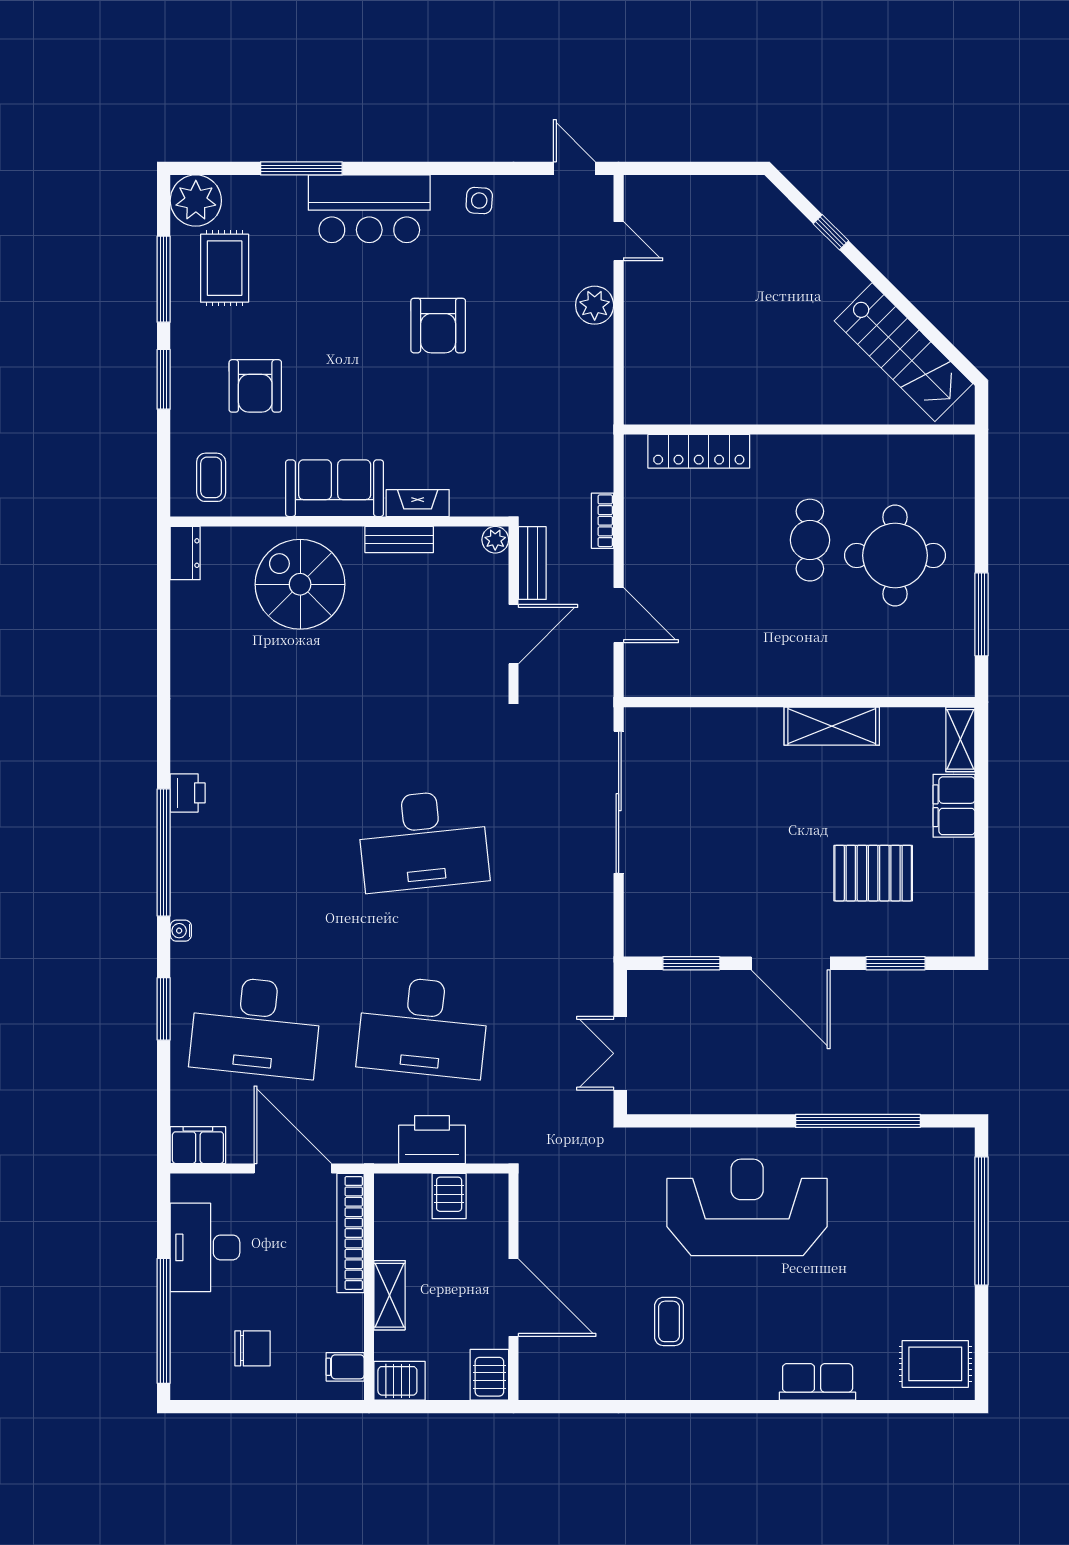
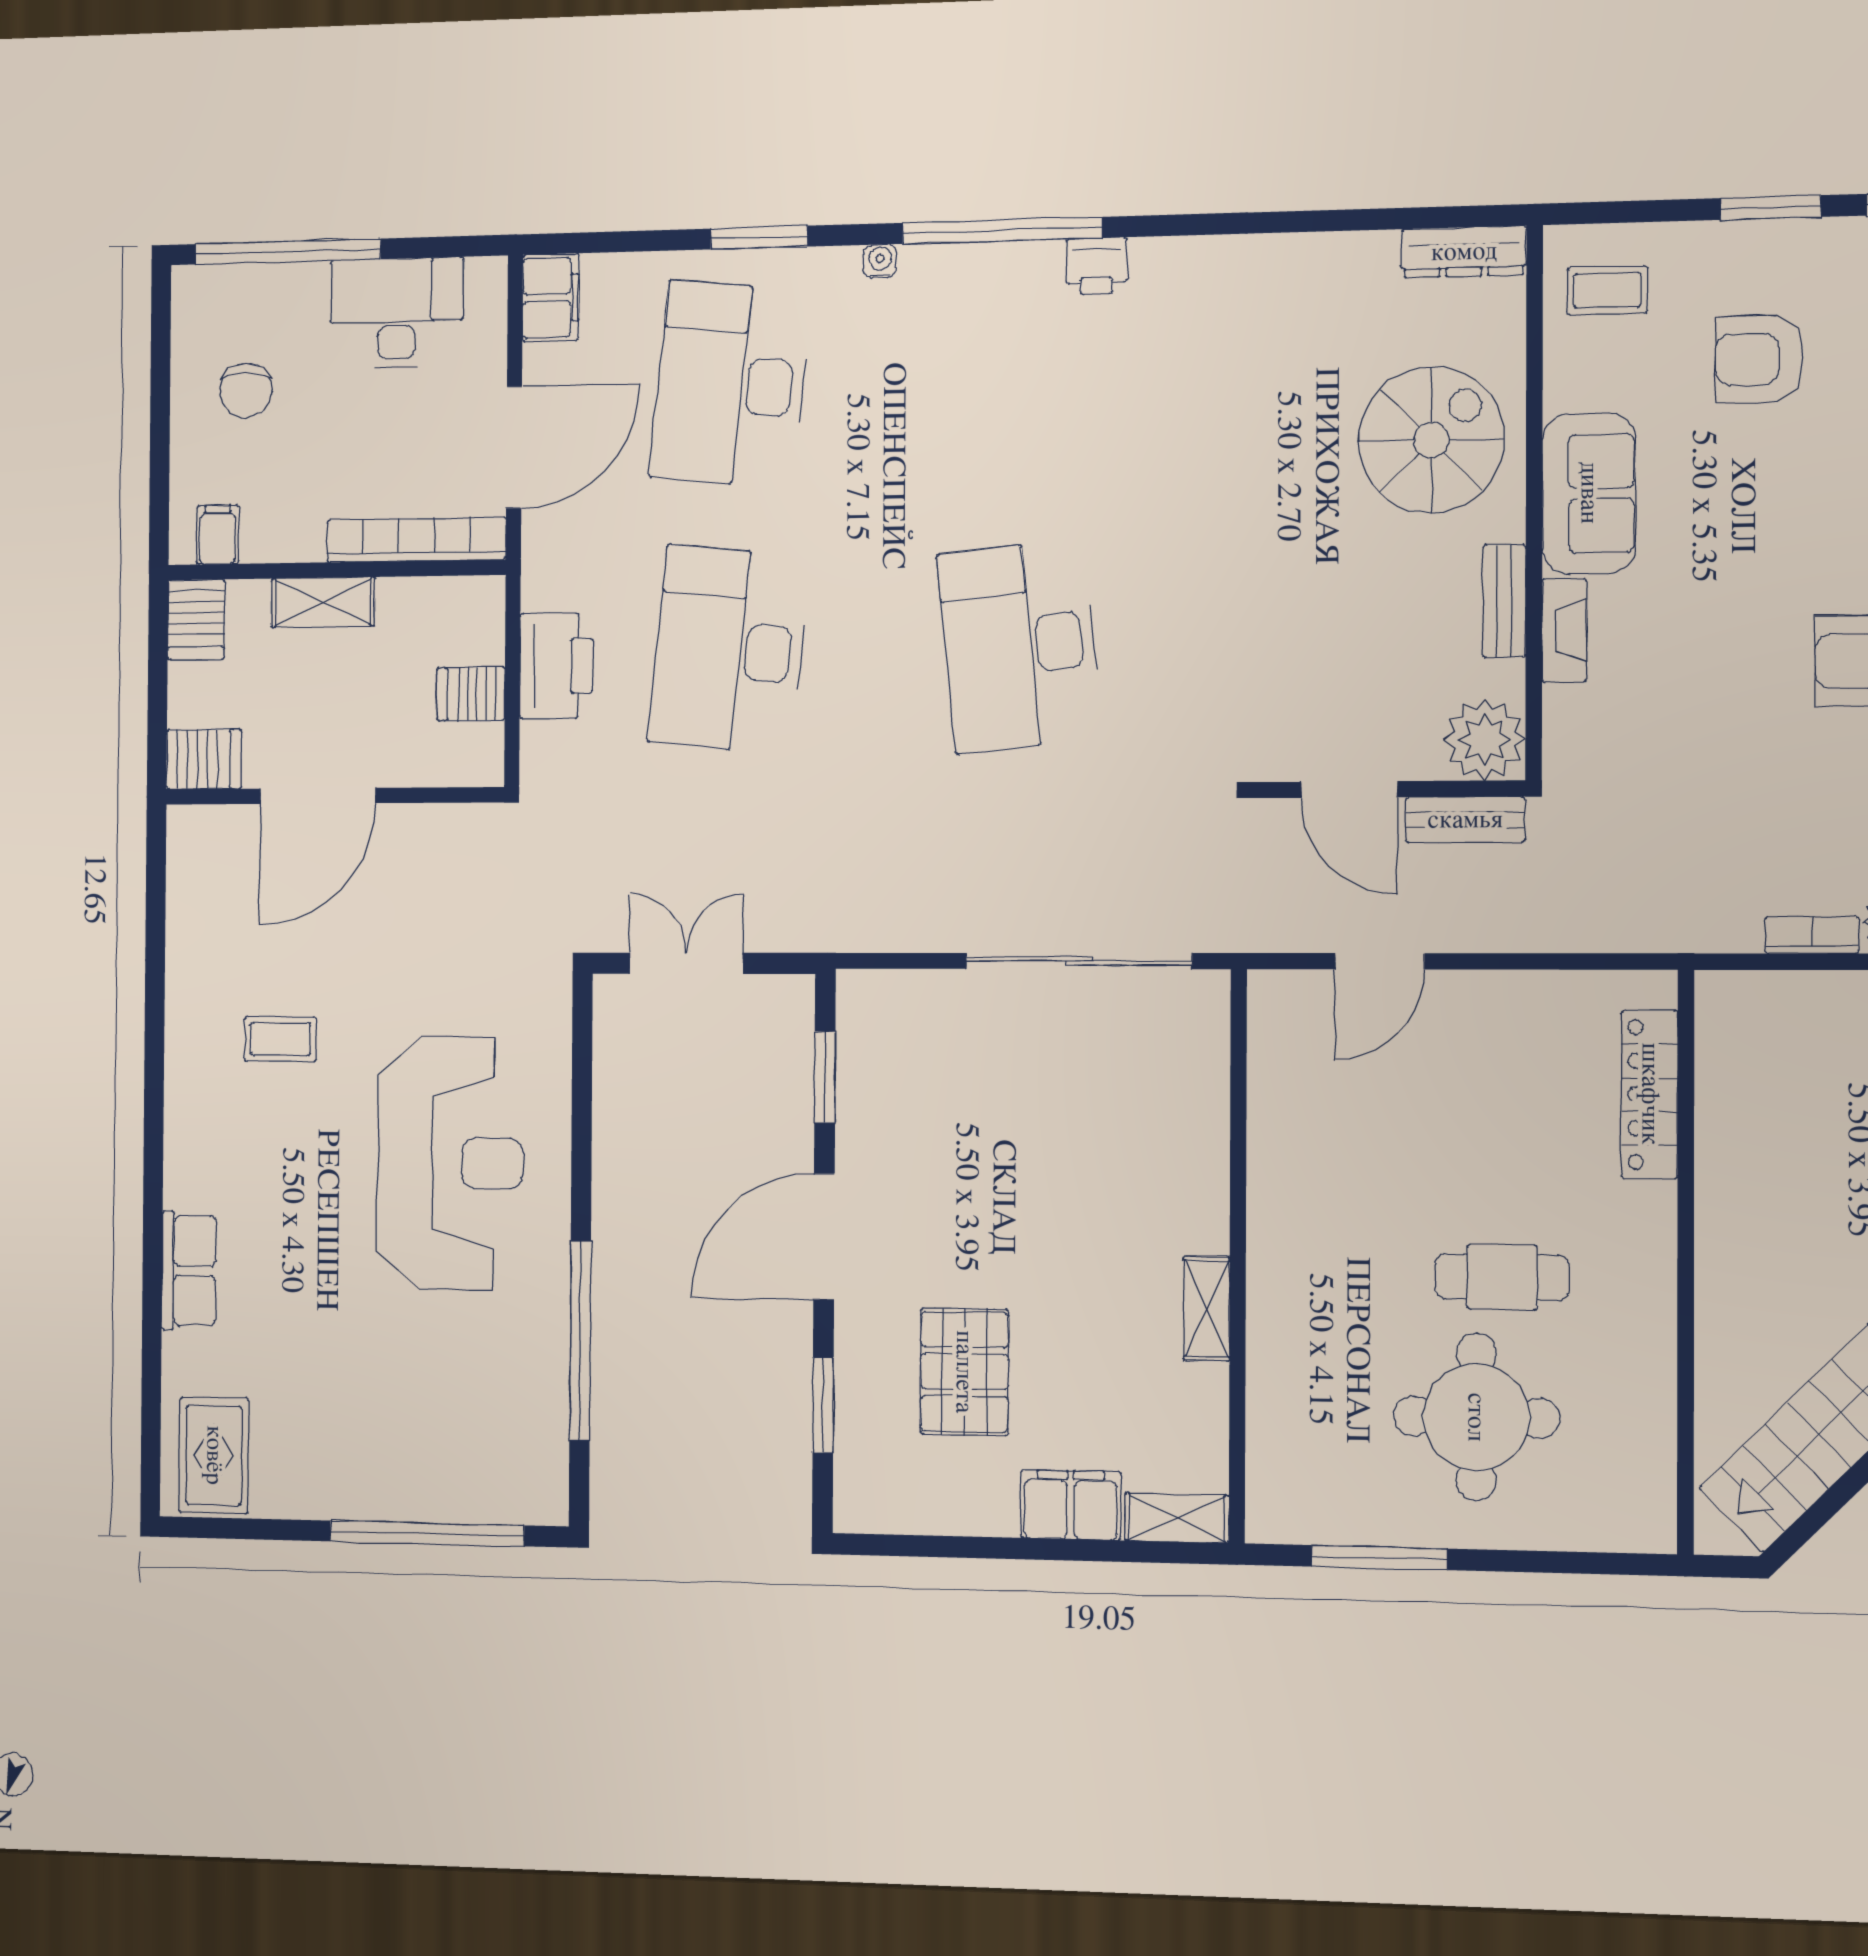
bookcase: (603, 521) -> (1812, 935), moved
plant: (495, 540) -> (1485, 740), width x1.87, depth x1.87
dresser: (185, 553) -> (1464, 252), width x1.44
shelving: (832, 726) -> (1207, 1308), width x0.67, depth x0.75

